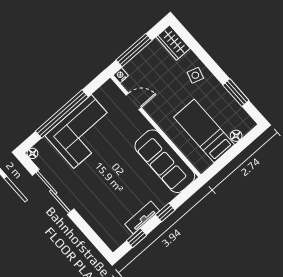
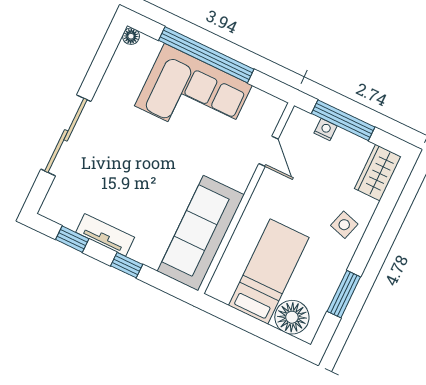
nightstand: (121, 75) -> (326, 129), moved
floor lamp: (236, 136) -> (292, 317), width x1.89, depth x1.89
sliding door: (53, 192) -> (66, 135), moved

